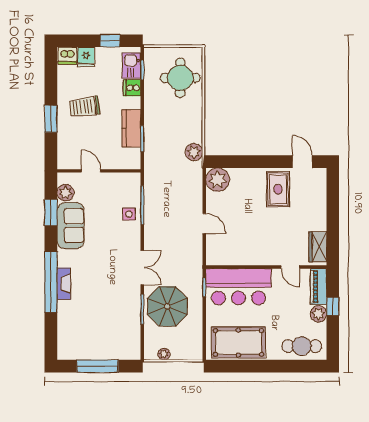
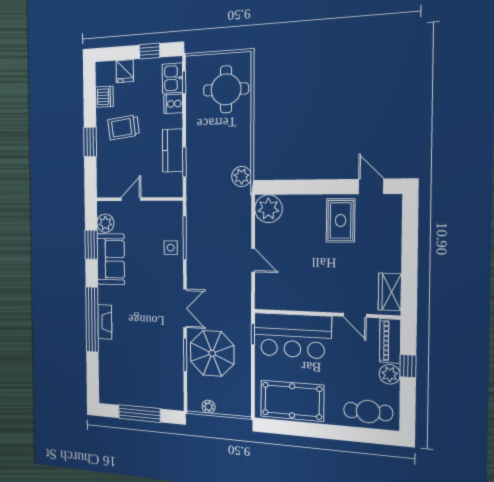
dishwasher: (67, 56) -> (104, 97), moved, turned -90
door: (91, 171) -> (131, 199), hinge flipped

